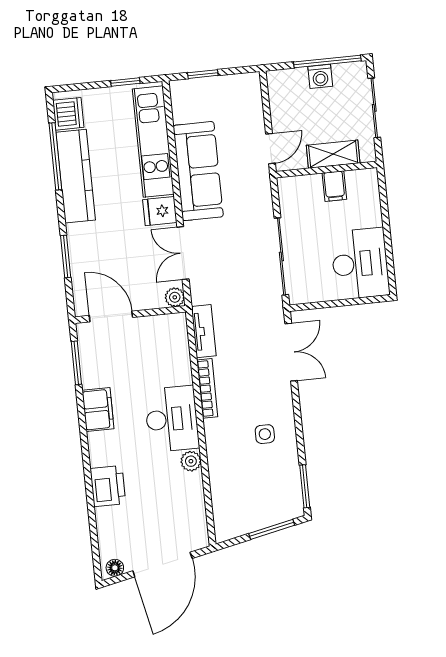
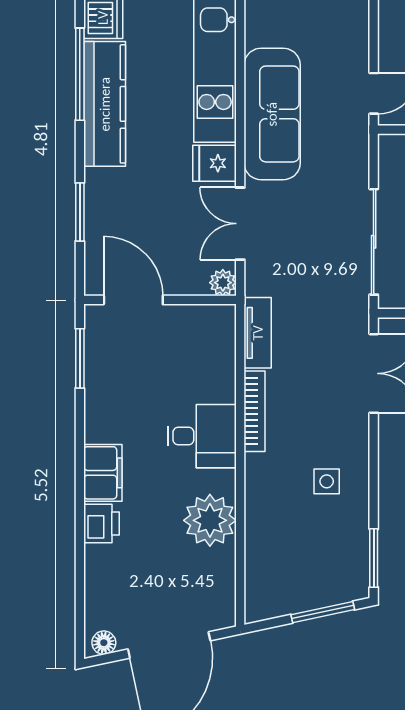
filing cabinet: (98, 410) -> (103, 473), moved
desk: (172, 419) -> (202, 436), width x0.73
plant: (191, 461) -> (210, 520), width x1.88, depth x1.88
printer: (108, 486) -> (101, 523), width x0.73, depth x0.81

